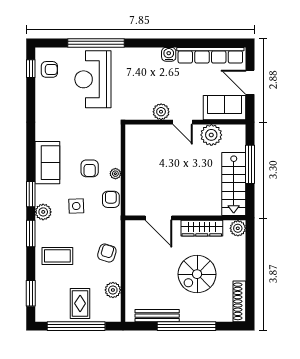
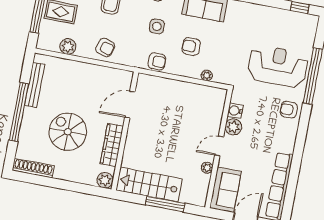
water cooler: (169, 54) -> (235, 111), moved, turned 180
armchair: (49, 69) -> (289, 110), moved, turned 90
plant: (211, 135) -> (207, 168), width x0.53, depth x0.53
plant: (115, 174) -> (207, 75), moved

